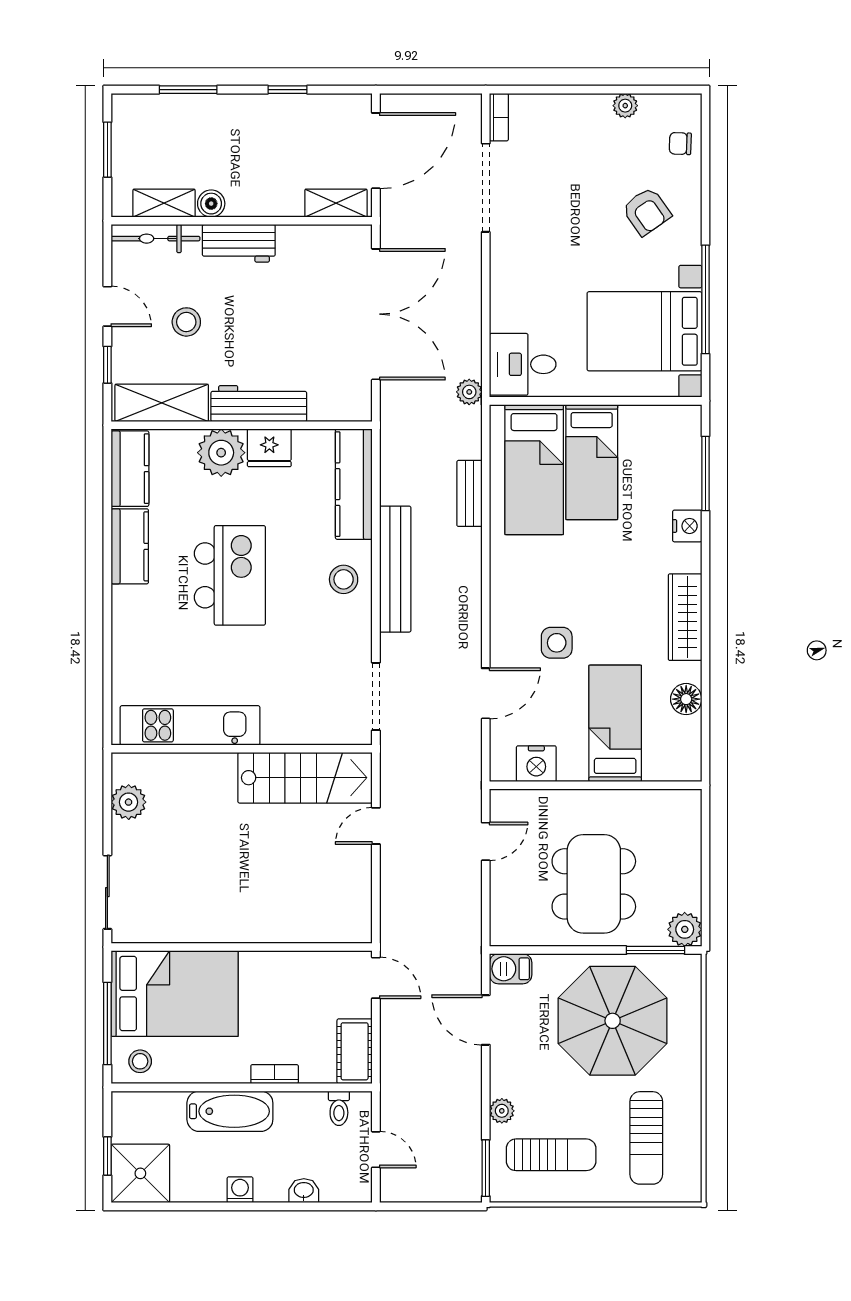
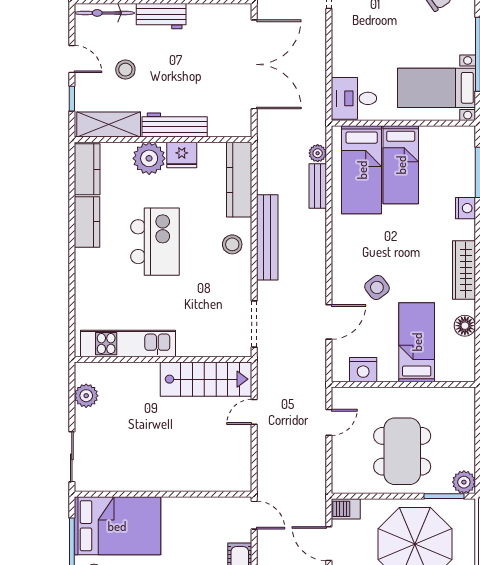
bed with nightstands: (644, 331) -> (437, 88), width x0.73
plant: (469, 392) -> (318, 153), moved
side table: (557, 643) -> (377, 287), turned -37

